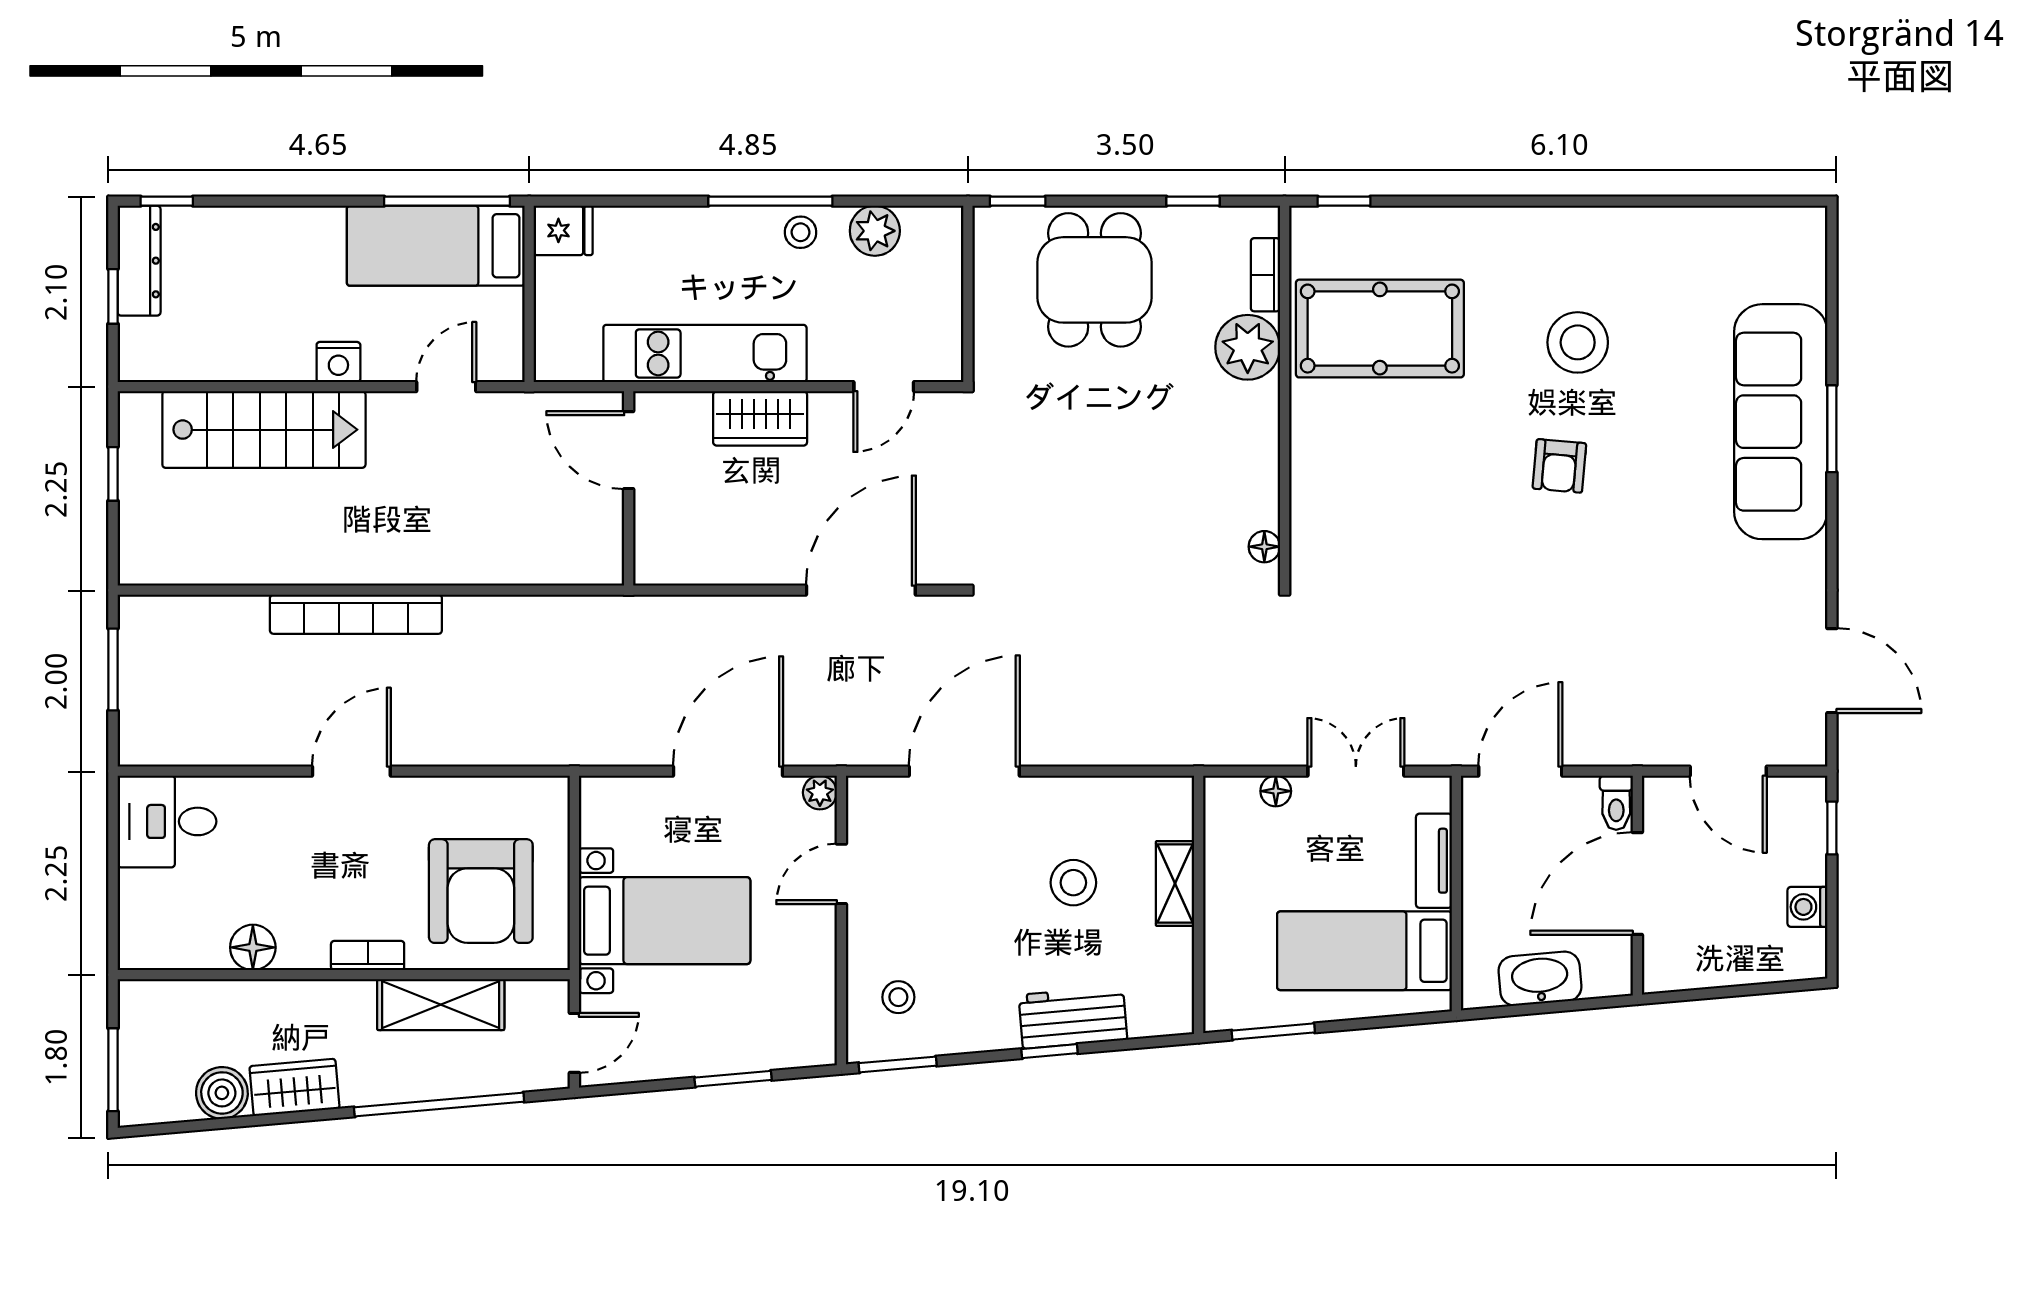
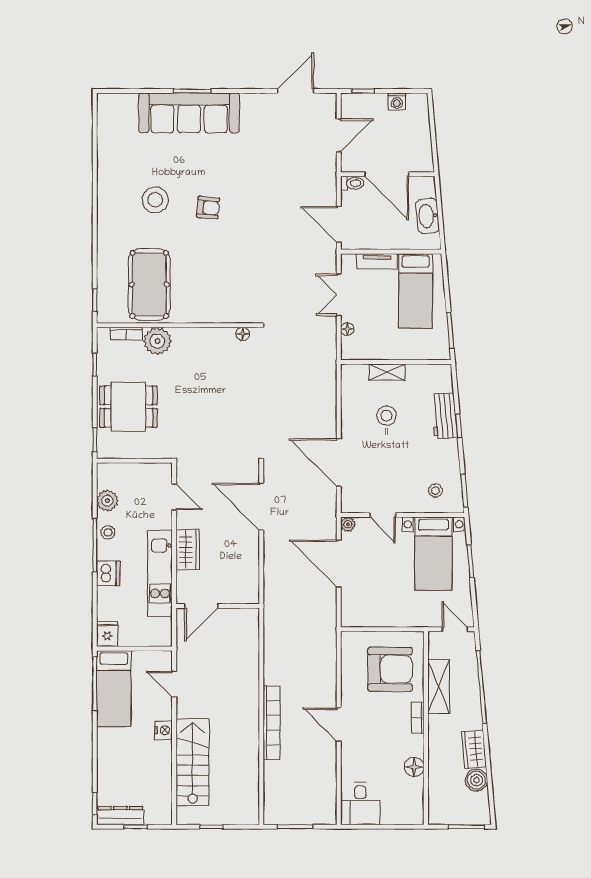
dishwasher: (705, 233) -> (108, 573), added
bed with nightstands: (665, 921) -> (433, 554), moved, turned 180

